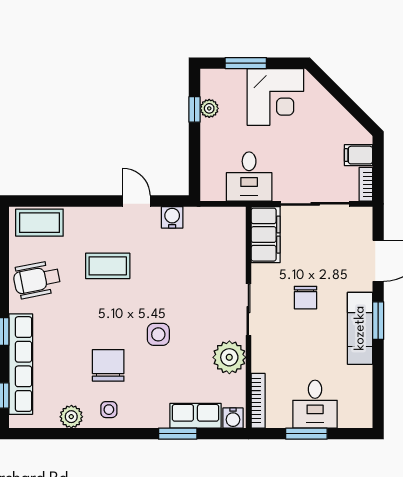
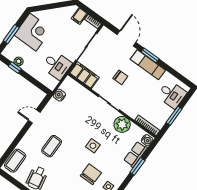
water cooler: (172, 217) -> (59, 95), moved
chair: (108, 365) -> (91, 174), turned 90
desk: (315, 404) -> (172, 94), moved

